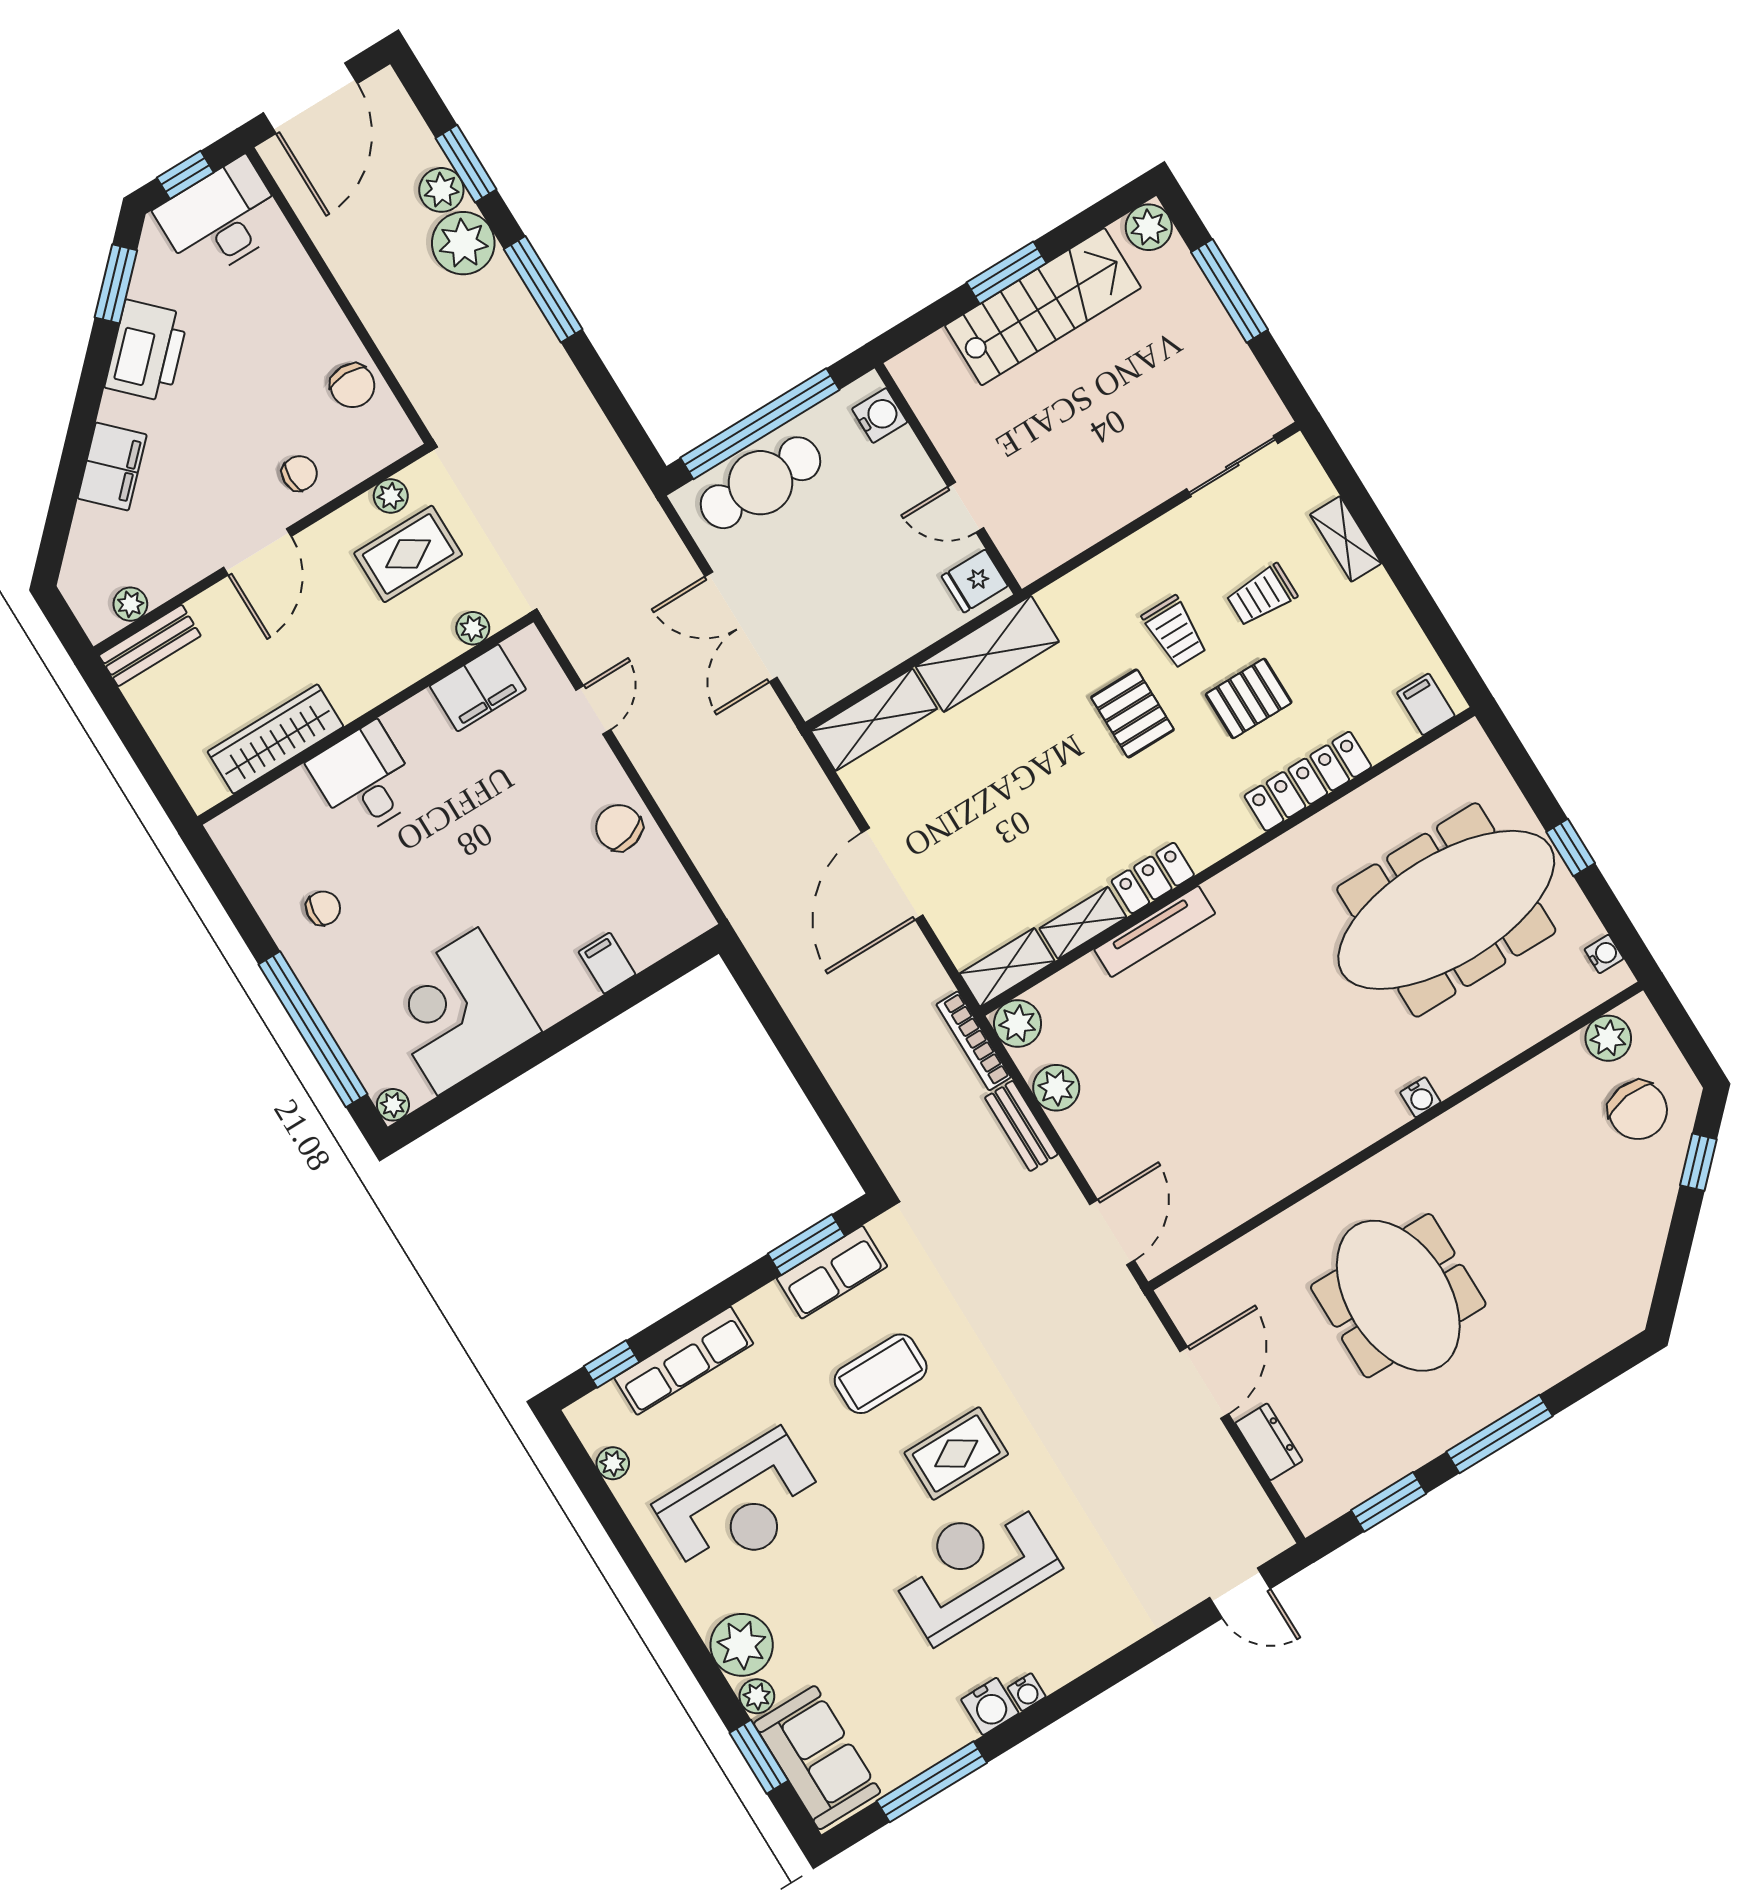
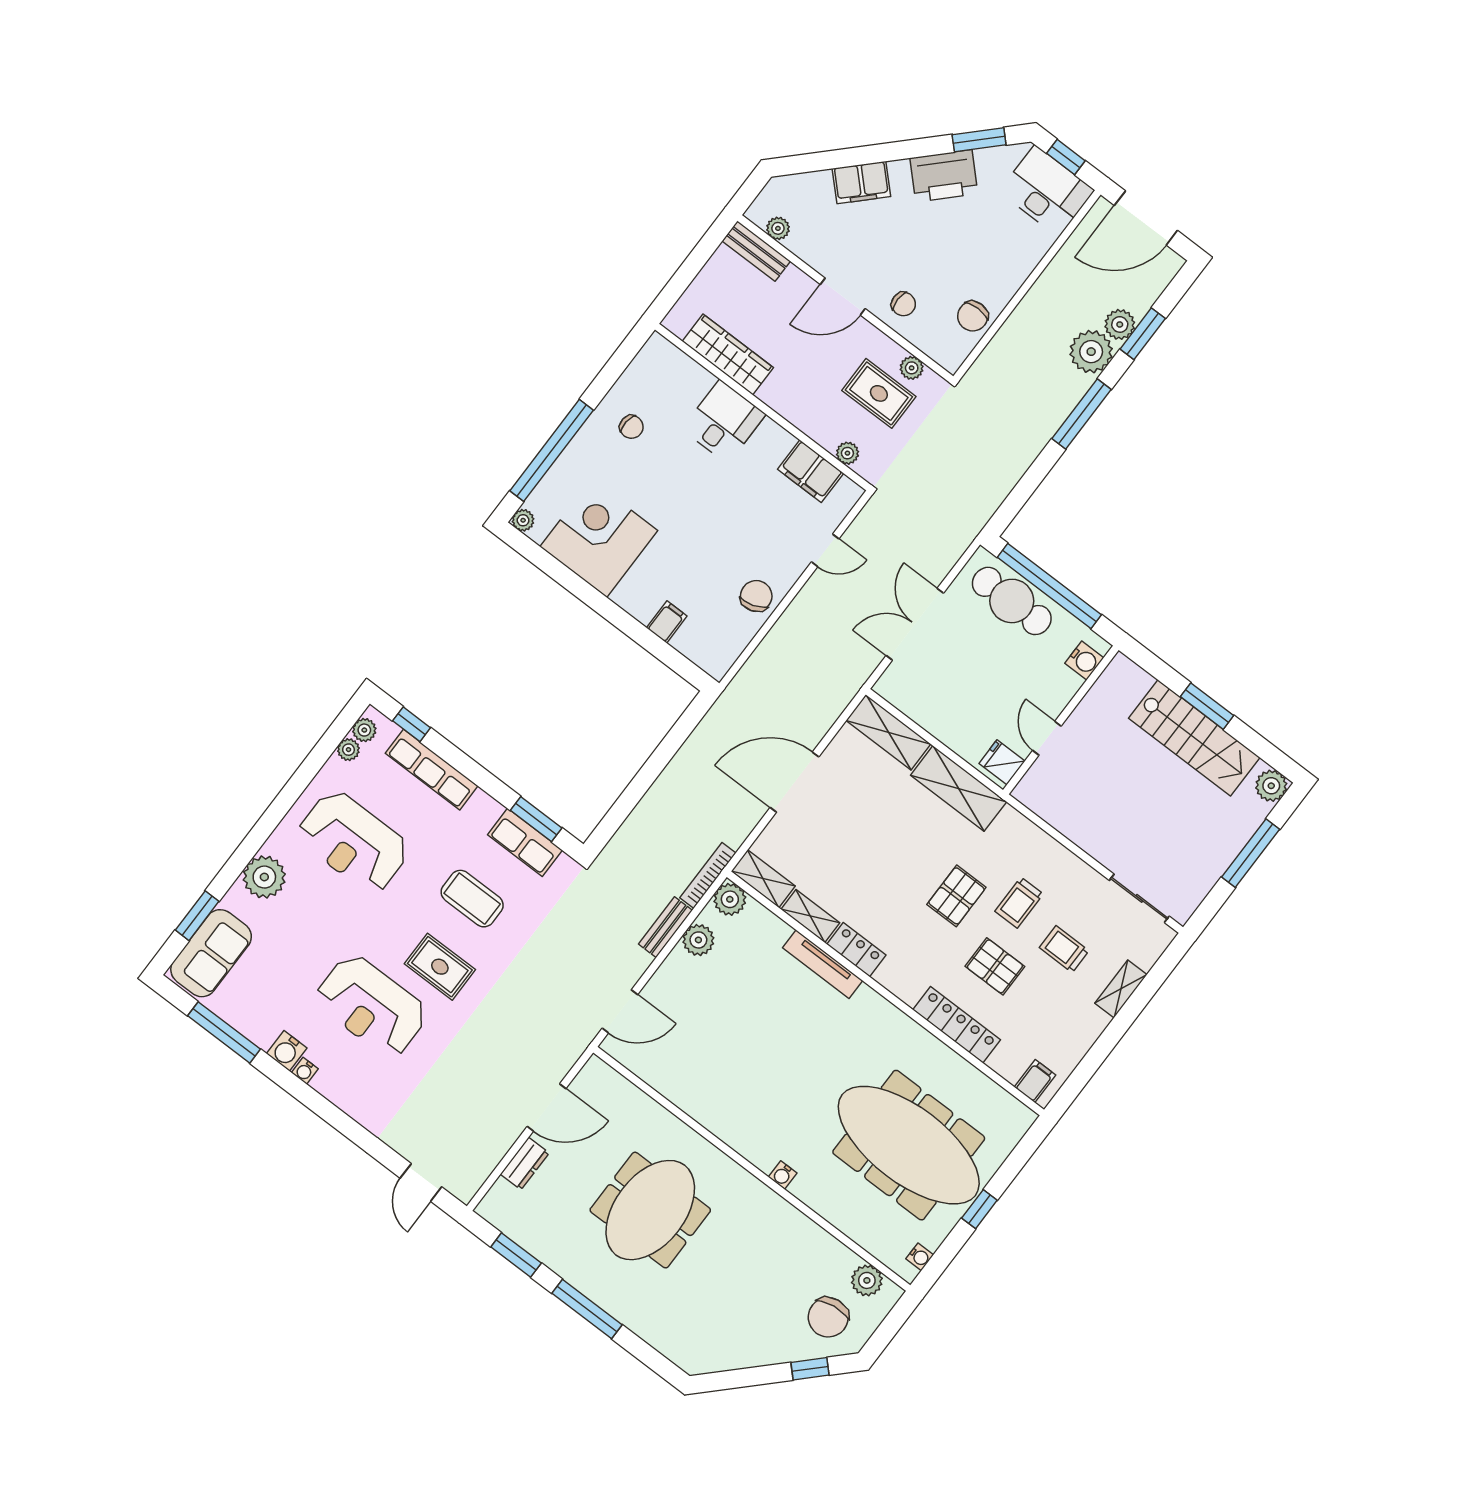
reception desk: (974, 1567) -> (371, 1006), turned 180
plant: (757, 1696) -> (364, 730), moved

